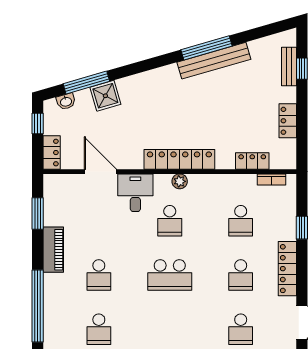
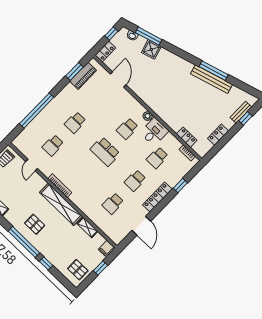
locker: (179, 159) -> (156, 107), removed
desk: (135, 193) -> (154, 132), moved
piano: (53, 250) -> (83, 76), moved

